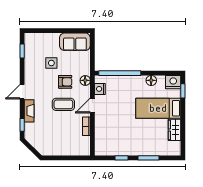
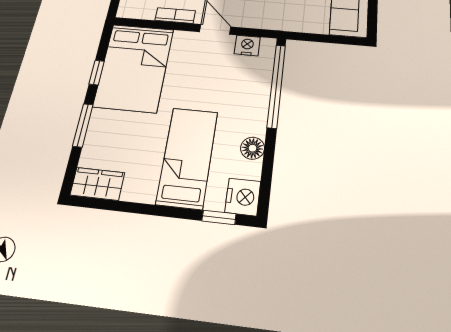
floor lamp: (85, 80) -> (268, 21), removed
wardrobe: (175, 130) -> (97, 184), moved
bed: (117, 141) -> (134, 67), added

